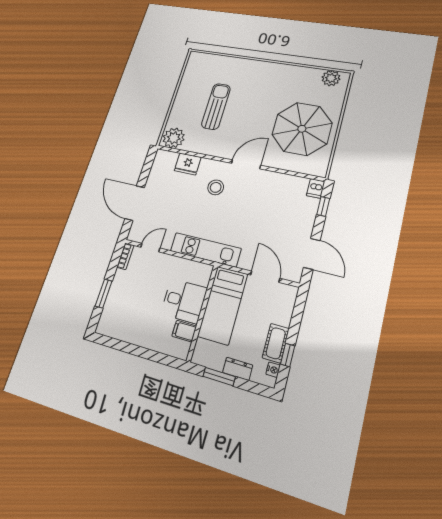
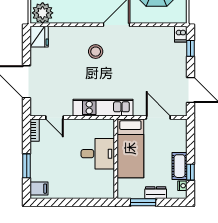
fridge: (188, 164) -> (39, 37), moved, turned -90
door: (150, 248) -> (54, 117), swing flipped
filing cabinet: (184, 331) -> (39, 189), moved, turned 180

